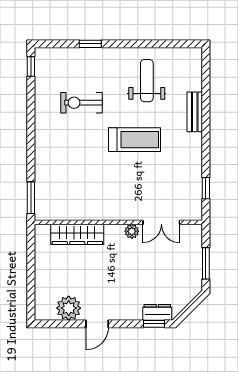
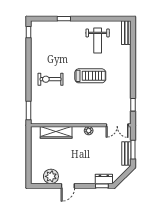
weight bench: (147, 81) -> (98, 41), turned 180
exercise bike: (81, 103) -> (51, 79), moved
bench: (195, 112) -> (126, 33), moved
double door: (161, 222) -> (117, 125), moved
bench: (195, 270) -> (126, 154), added

